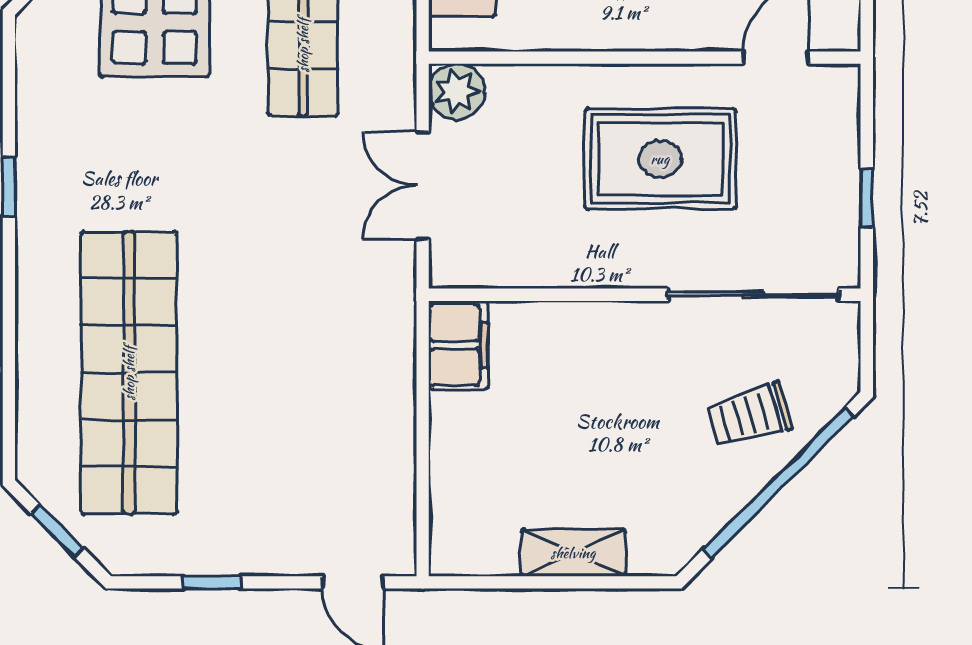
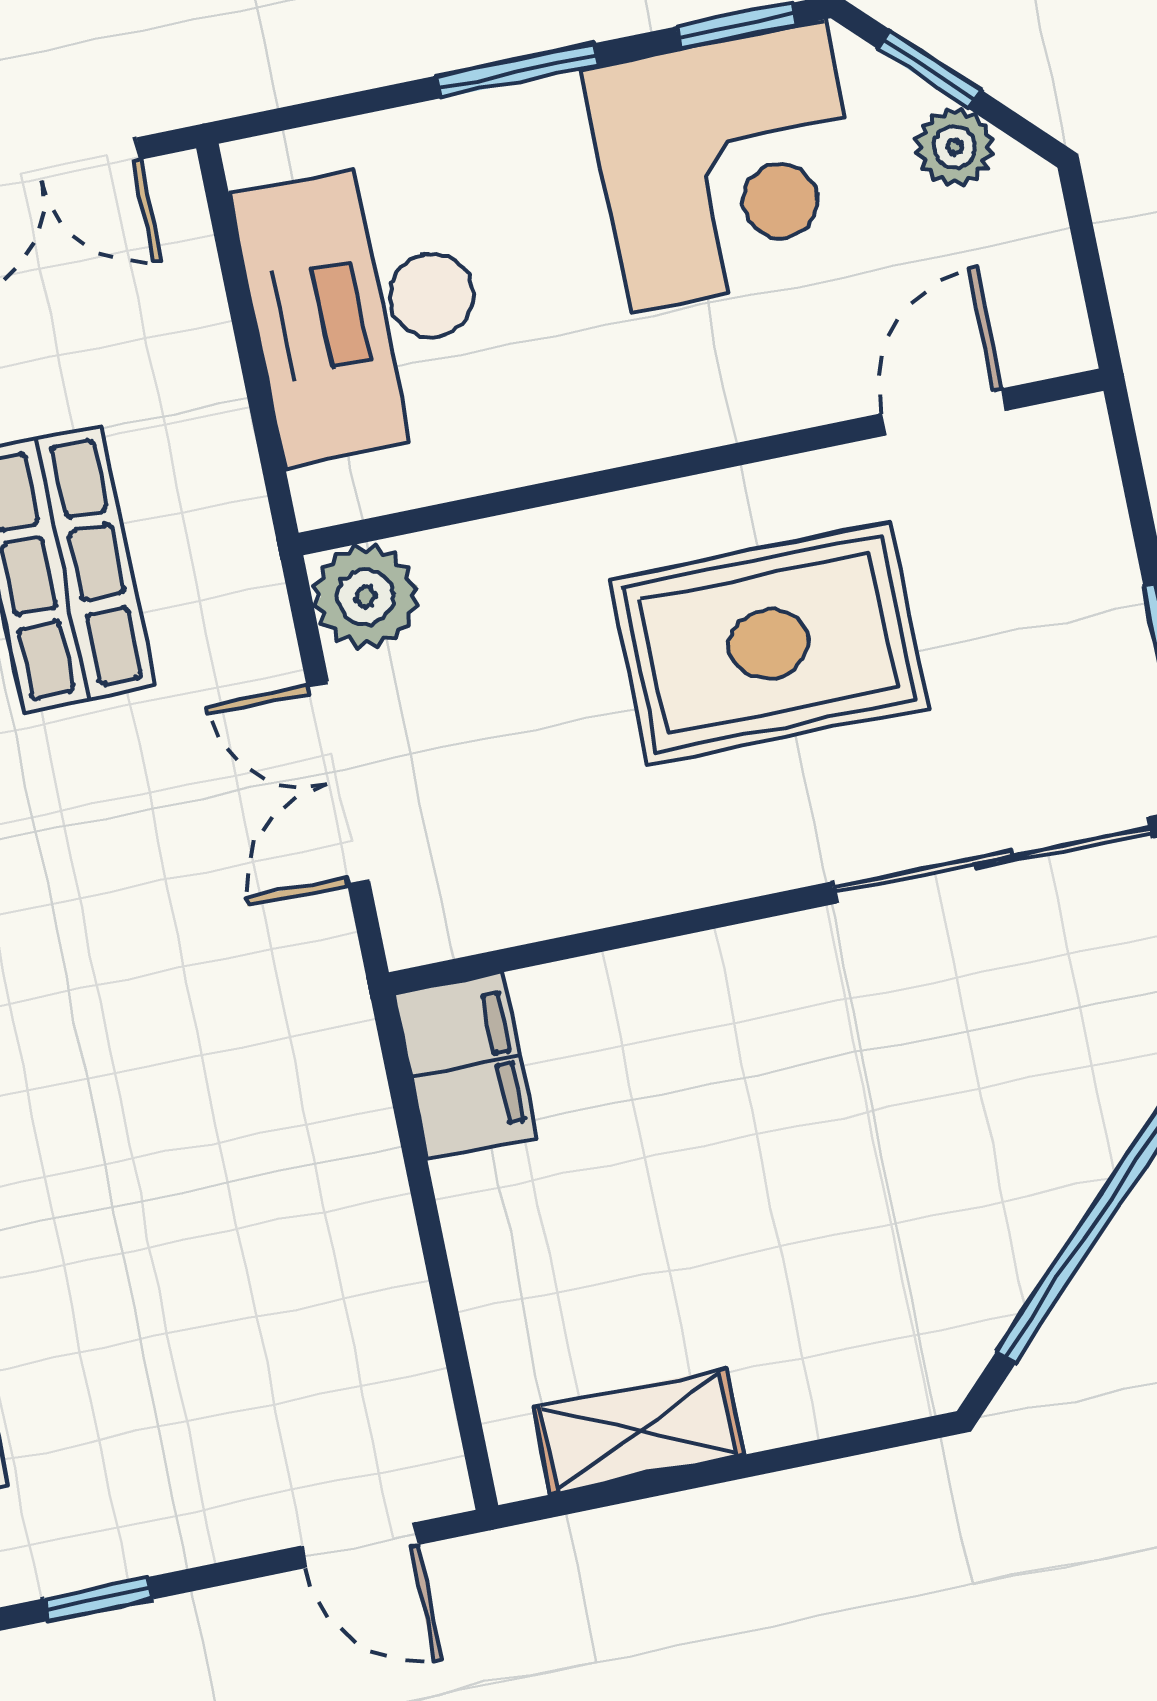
trolley: (749, 415) -> (1031, 1085), removed
shelving: (573, 553) -> (639, 1431), moved

